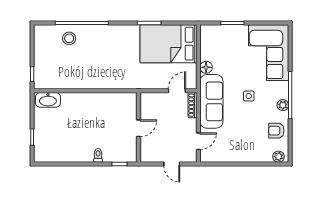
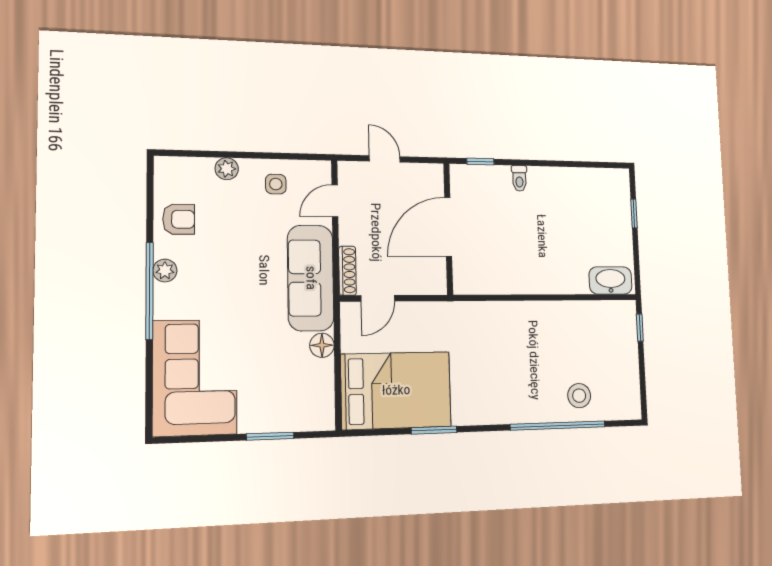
side table: (249, 96) -> (276, 184), moved
door: (139, 128) -> (448, 227), width x1.87
plant: (279, 157) -> (227, 169), moved

